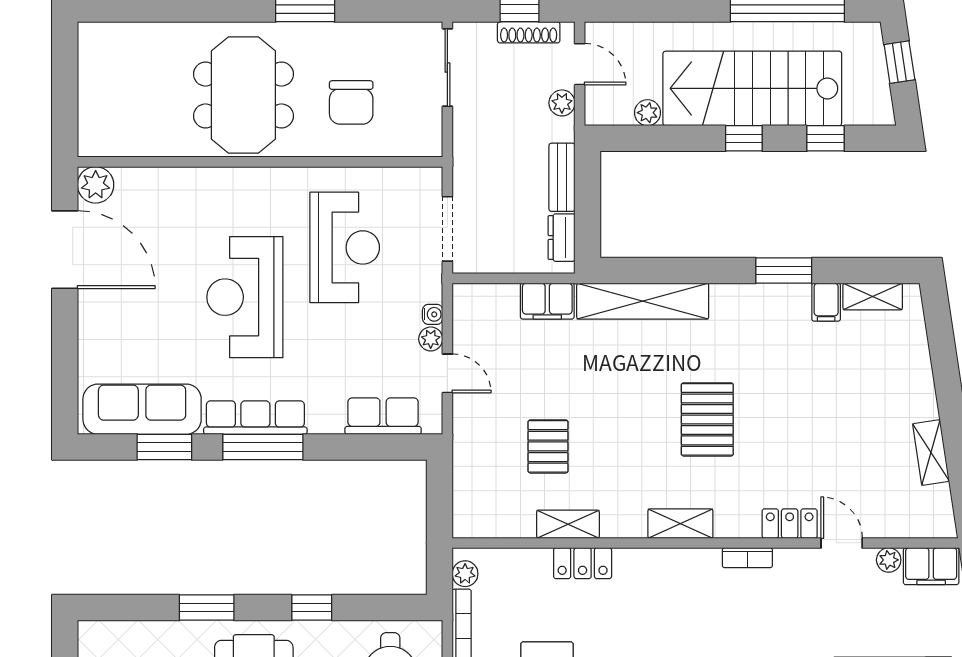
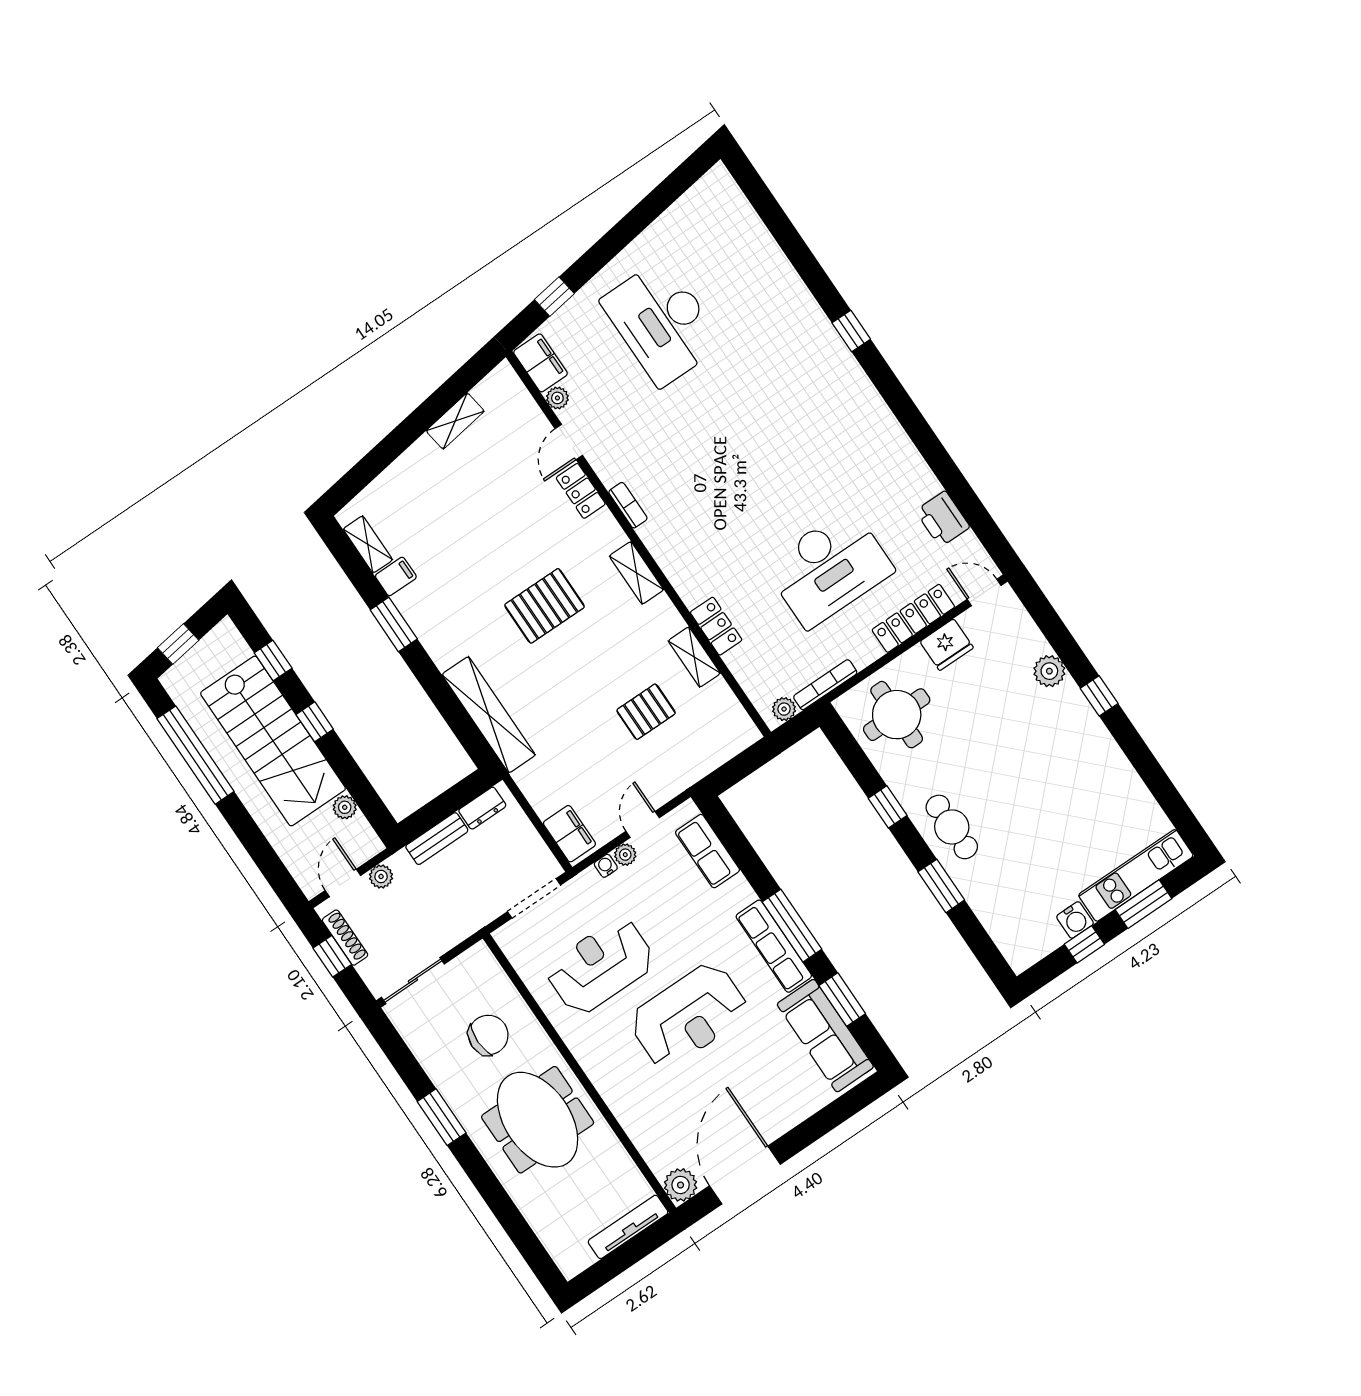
meeting table: (243, 95) -> (538, 1120), turned 90
tv unit: (90, 111) -> (628, 1227), added
filing cabinet: (547, 301) -> (569, 834), moved

